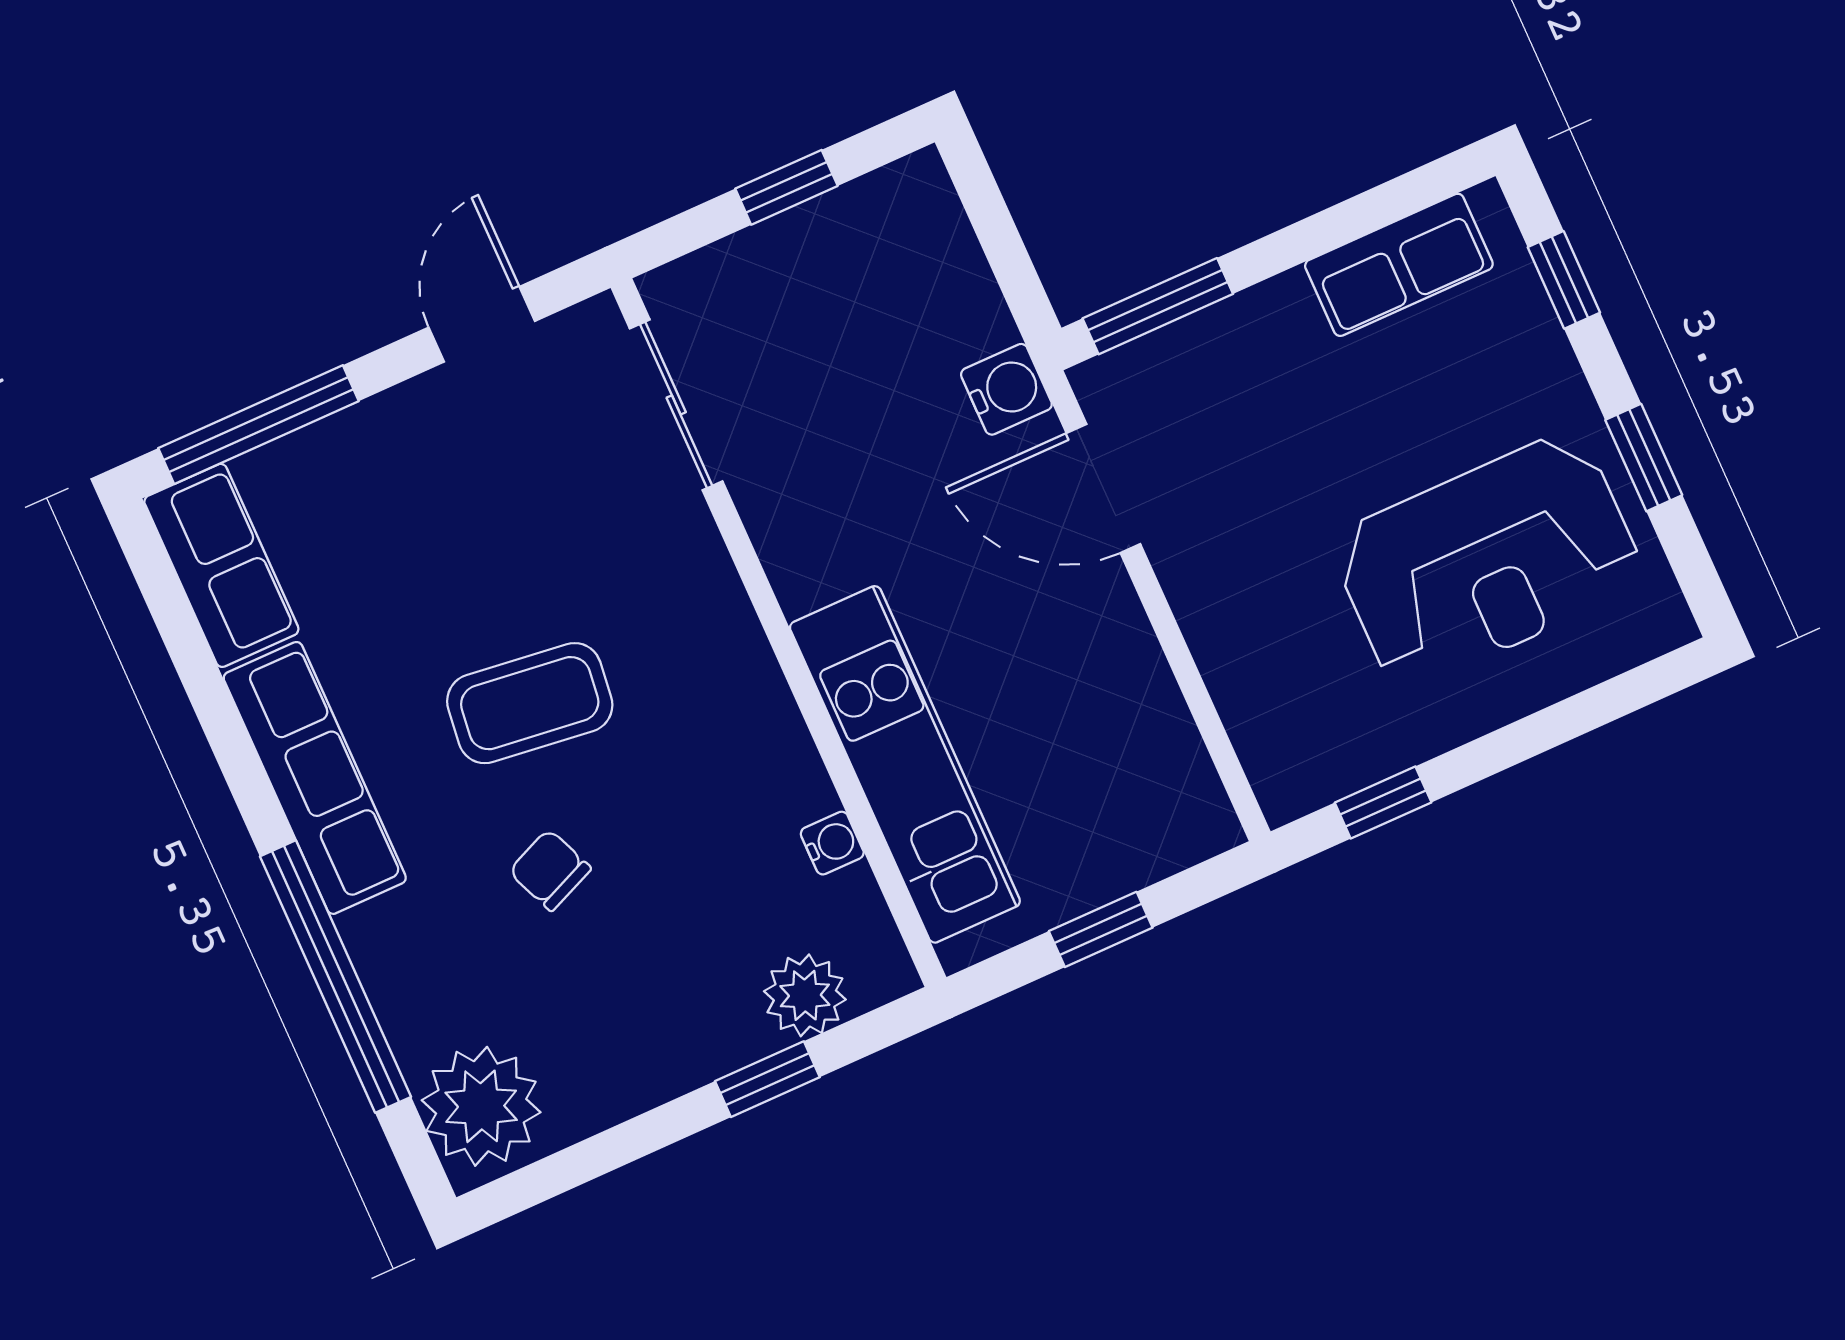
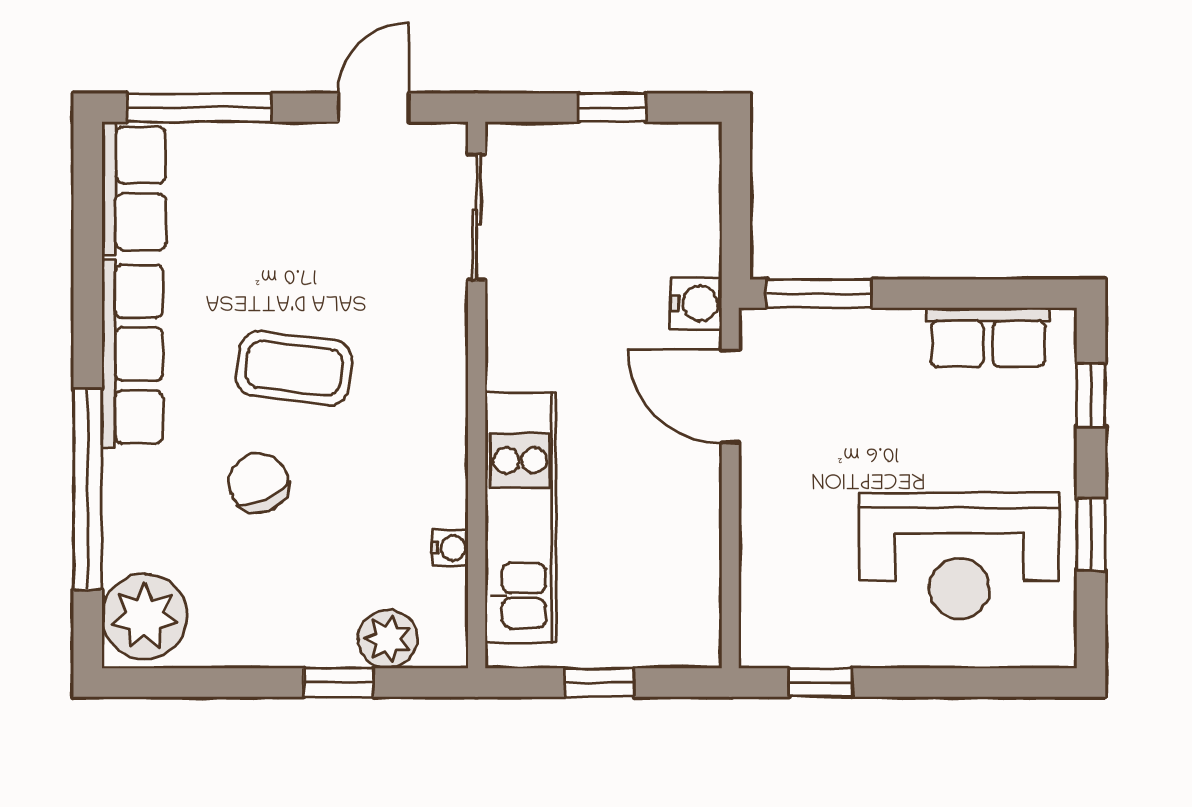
chair: (550, 870) -> (258, 483), width x1.37, depth x1.37

